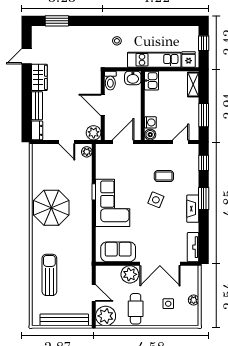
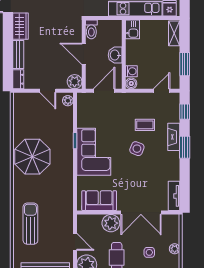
washbasin: (133, 78) -> (115, 55), moved, turned 90
fireplace: (193, 209) -> (174, 137), moved

